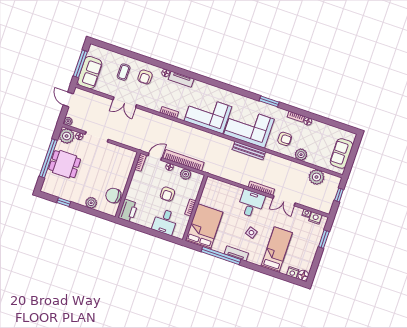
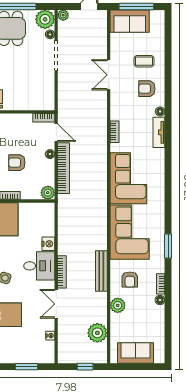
bench: (249, 151) -> (101, 271), moved
plant: (186, 174) -> (48, 193), moved
nightstand: (315, 218) -> (48, 244), moved

